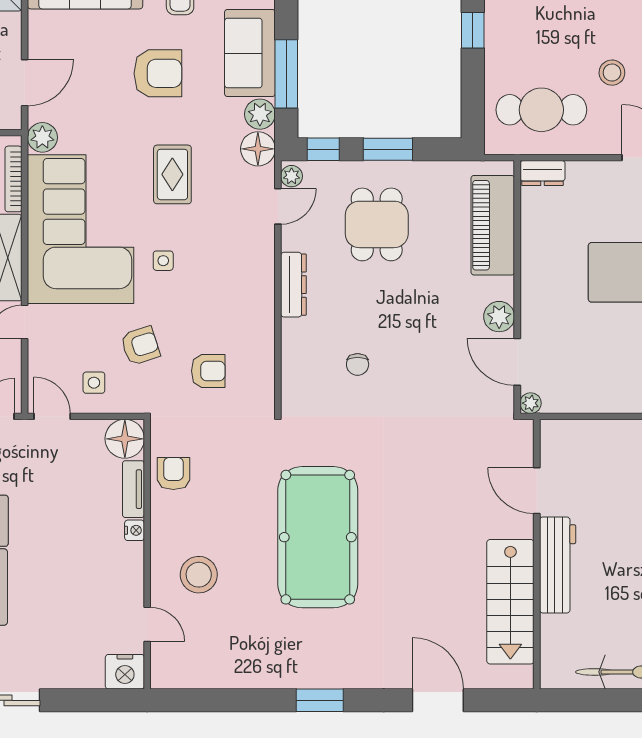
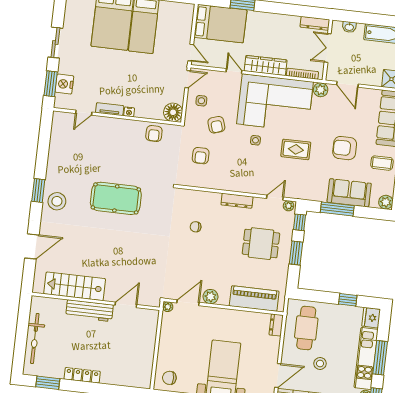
armchair: (158, 73) -> (345, 148), turned 90
plant: (260, 114) -> (320, 194), removed
floor lamp: (258, 149) -> (303, 191), removed
door: (278, 206) -> (275, 198), swing flipped
armchair: (173, 473) -> (154, 133), turned 90
tv unit: (133, 489) -> (110, 109), moved
pool table: (318, 537) -> (116, 198), width x0.73, depth x0.76
stool: (199, 575) -> (57, 201), moved
nightstand: (125, 672) -> (64, 84), moved
window: (95, 700) -> (51, 84), added

